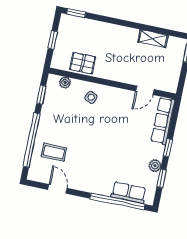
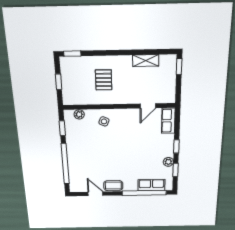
pallet: (83, 63) -> (104, 80), moved, turned 90
row of seats: (163, 121) -> (168, 121), width x0.68
coffee table: (54, 152) -> (113, 186), moved

